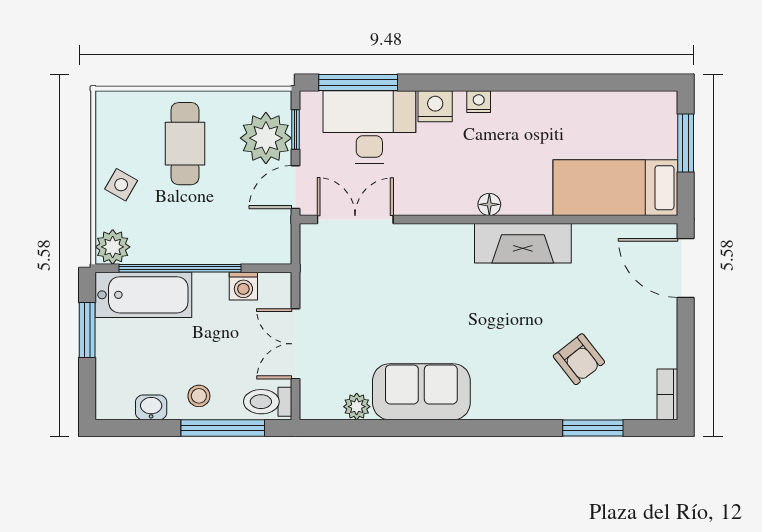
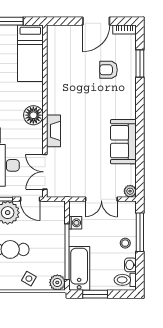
floor lamp: (489, 204) -> (33, 115), width x1.89, depth x1.89
fireplace: (523, 243) -> (53, 131), moved, width x0.73, depth x0.76
door: (686, 268) -> (96, 21), moved
armchair: (579, 359) -> (108, 70), turned -142
toilet: (268, 402) -> (125, 280), moved, turned 90
plant: (357, 407) -> (130, 191), moved

